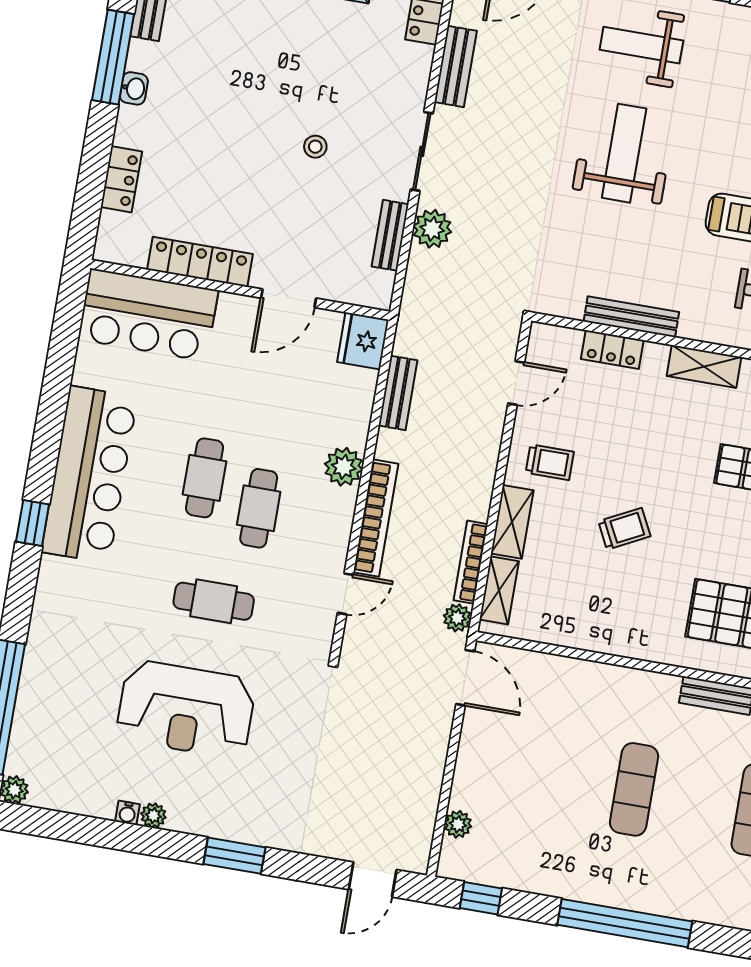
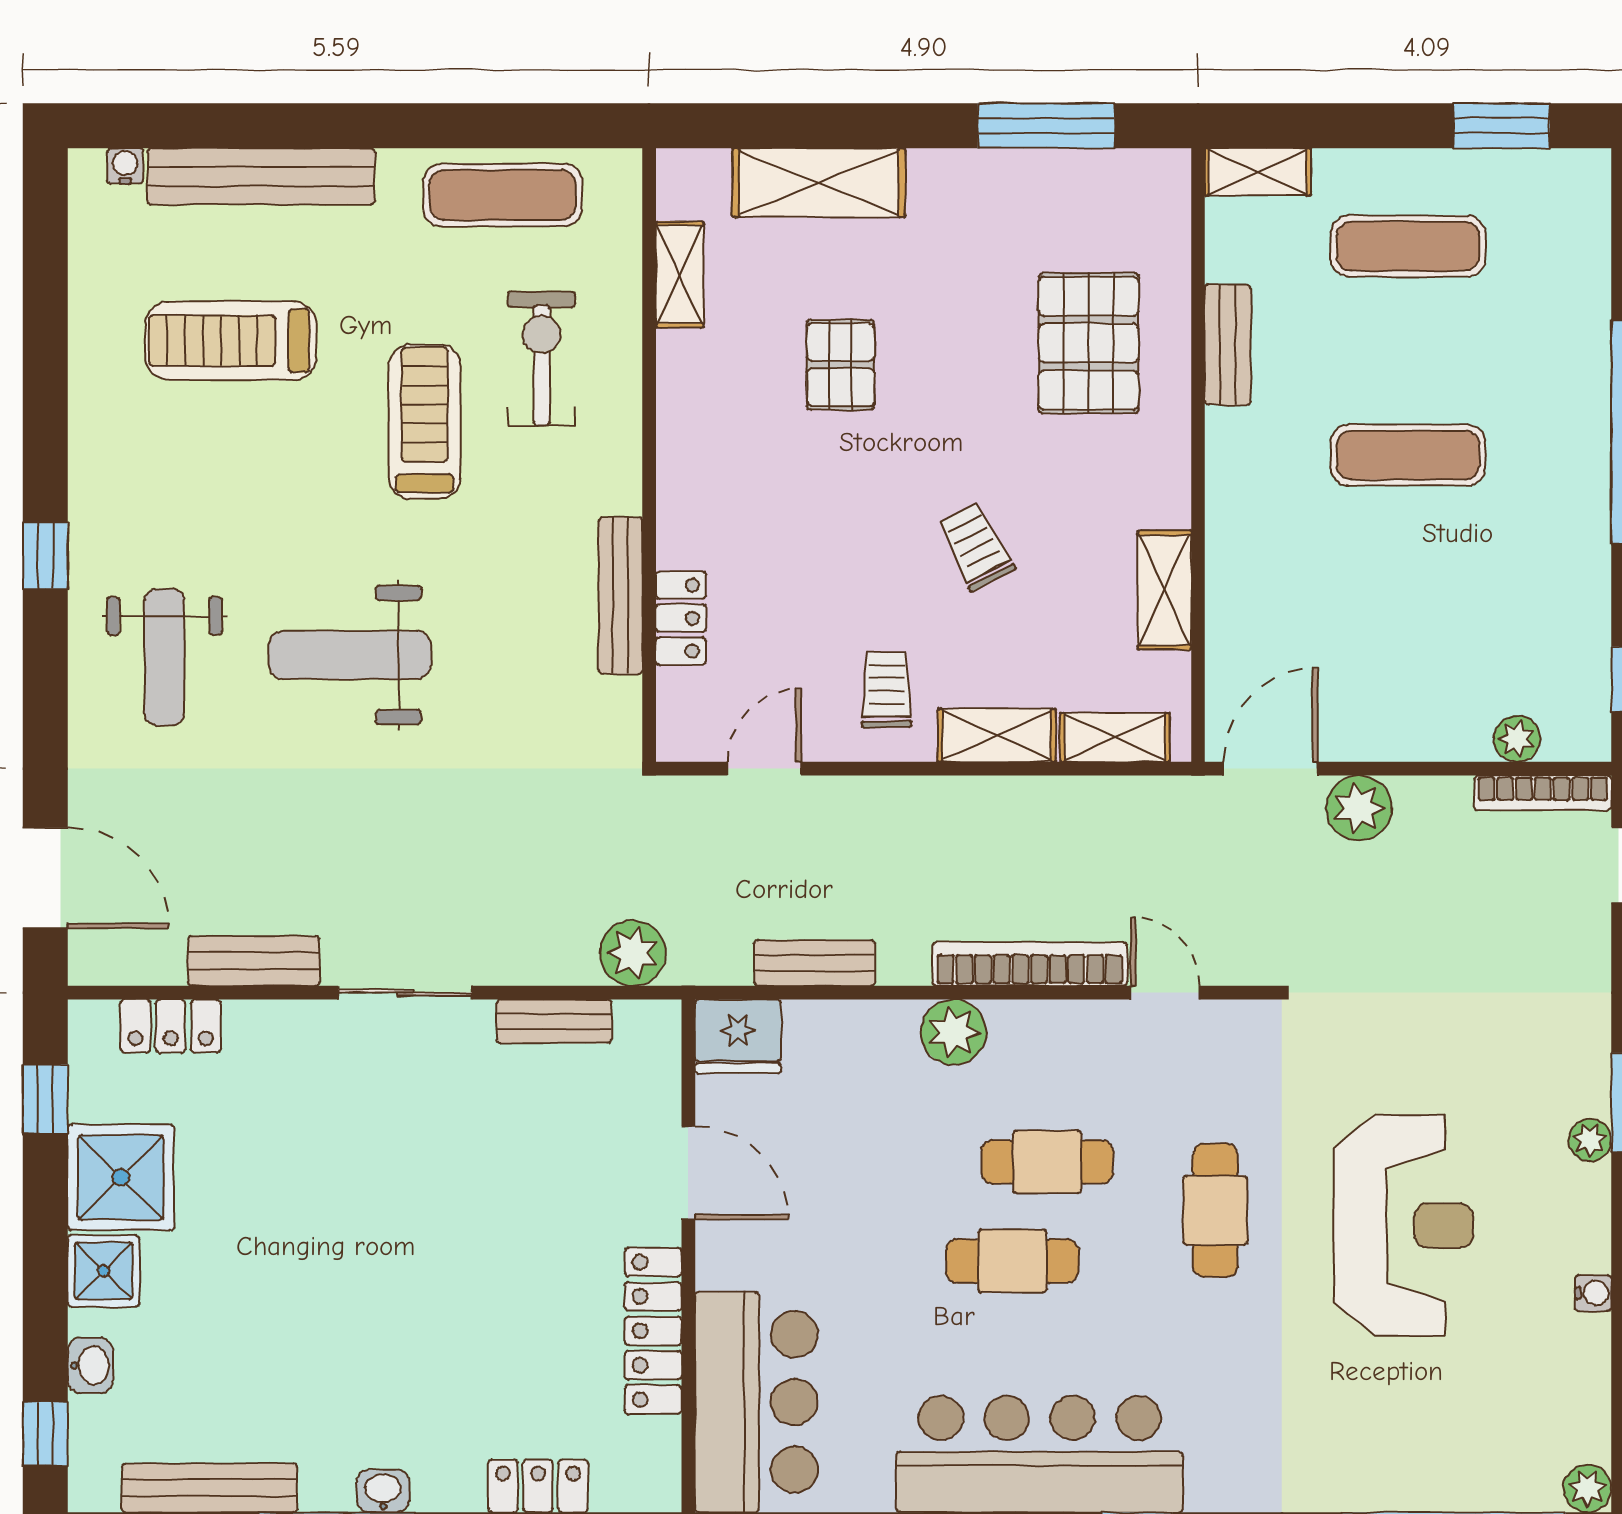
stool: (315, 147) -> (428, 1172), removed
plant: (432, 229) -> (633, 953), moved
shelving: (704, 367) -> (1164, 590), moved
door: (516, 383) -> (764, 769), hinge flipped
bookcase: (471, 562) -> (1543, 793), moved
plant: (457, 618) -> (1359, 808), moved, width x1.38, depth x1.38
plant: (153, 815) -> (1590, 1140), moved

